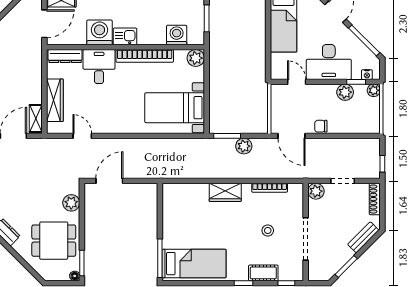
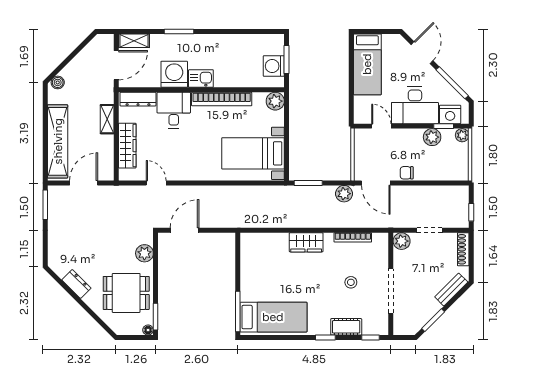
washing machine: (177, 35) -> (274, 66), moved, turned -90
nightstand: (367, 75) -> (450, 114), width x1.89, depth x1.79
shelving: (36, 118) -> (107, 119), moved
plant: (244, 146) -> (344, 194), moved

